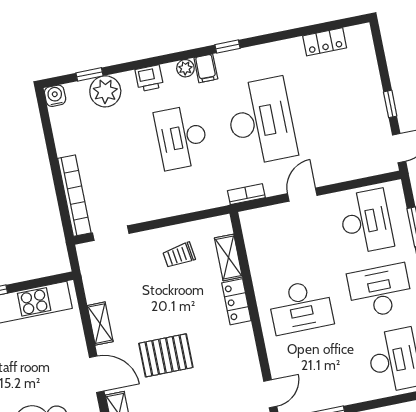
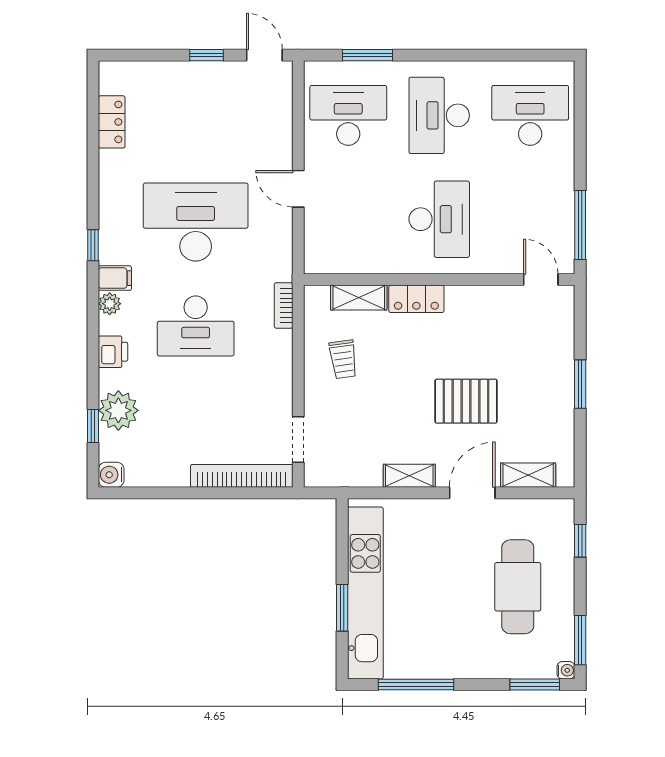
bookcase: (246, 194) -> (284, 305), moved
pallet: (166, 355) -> (466, 401), turned 90

